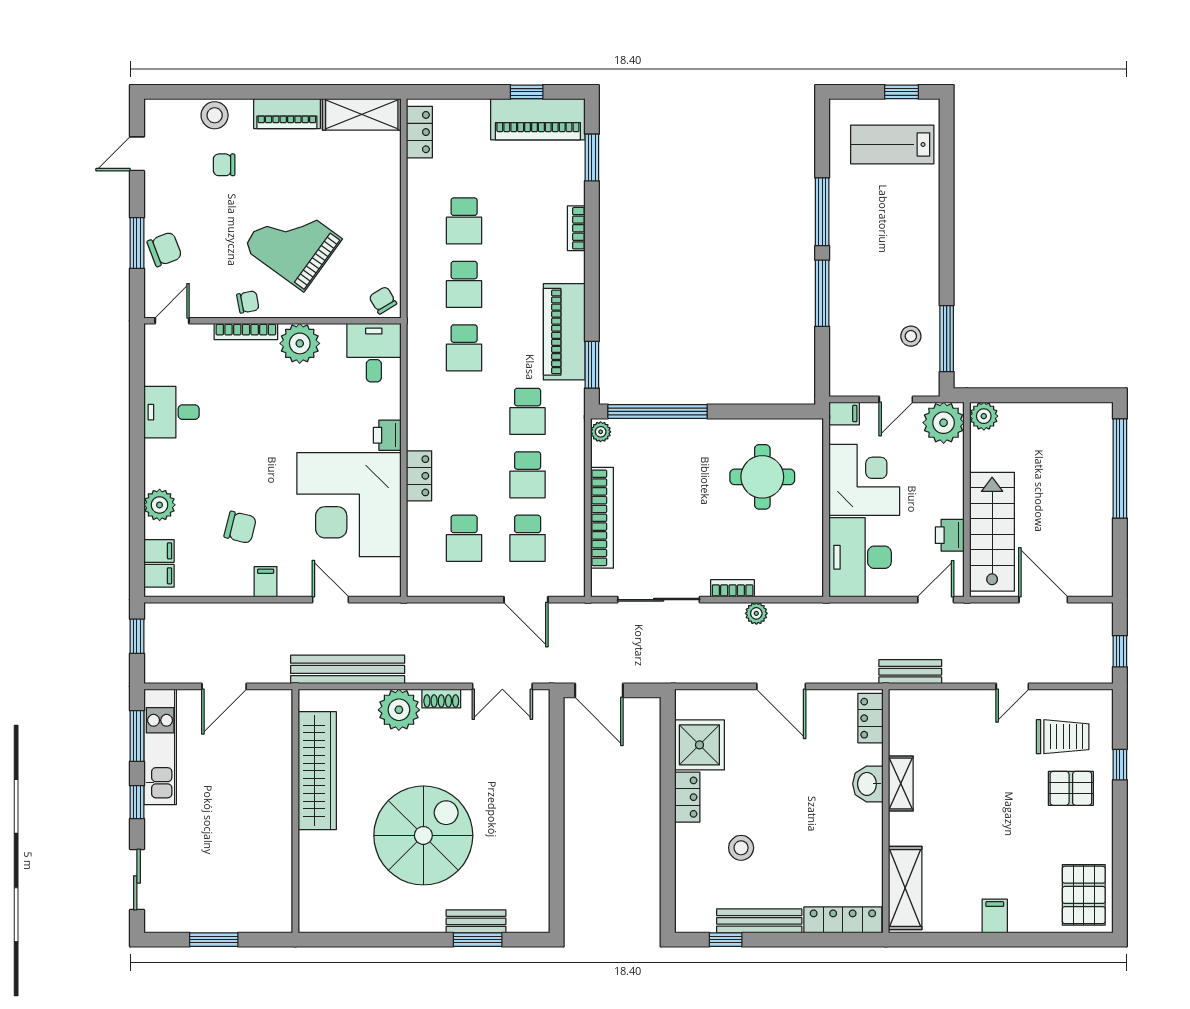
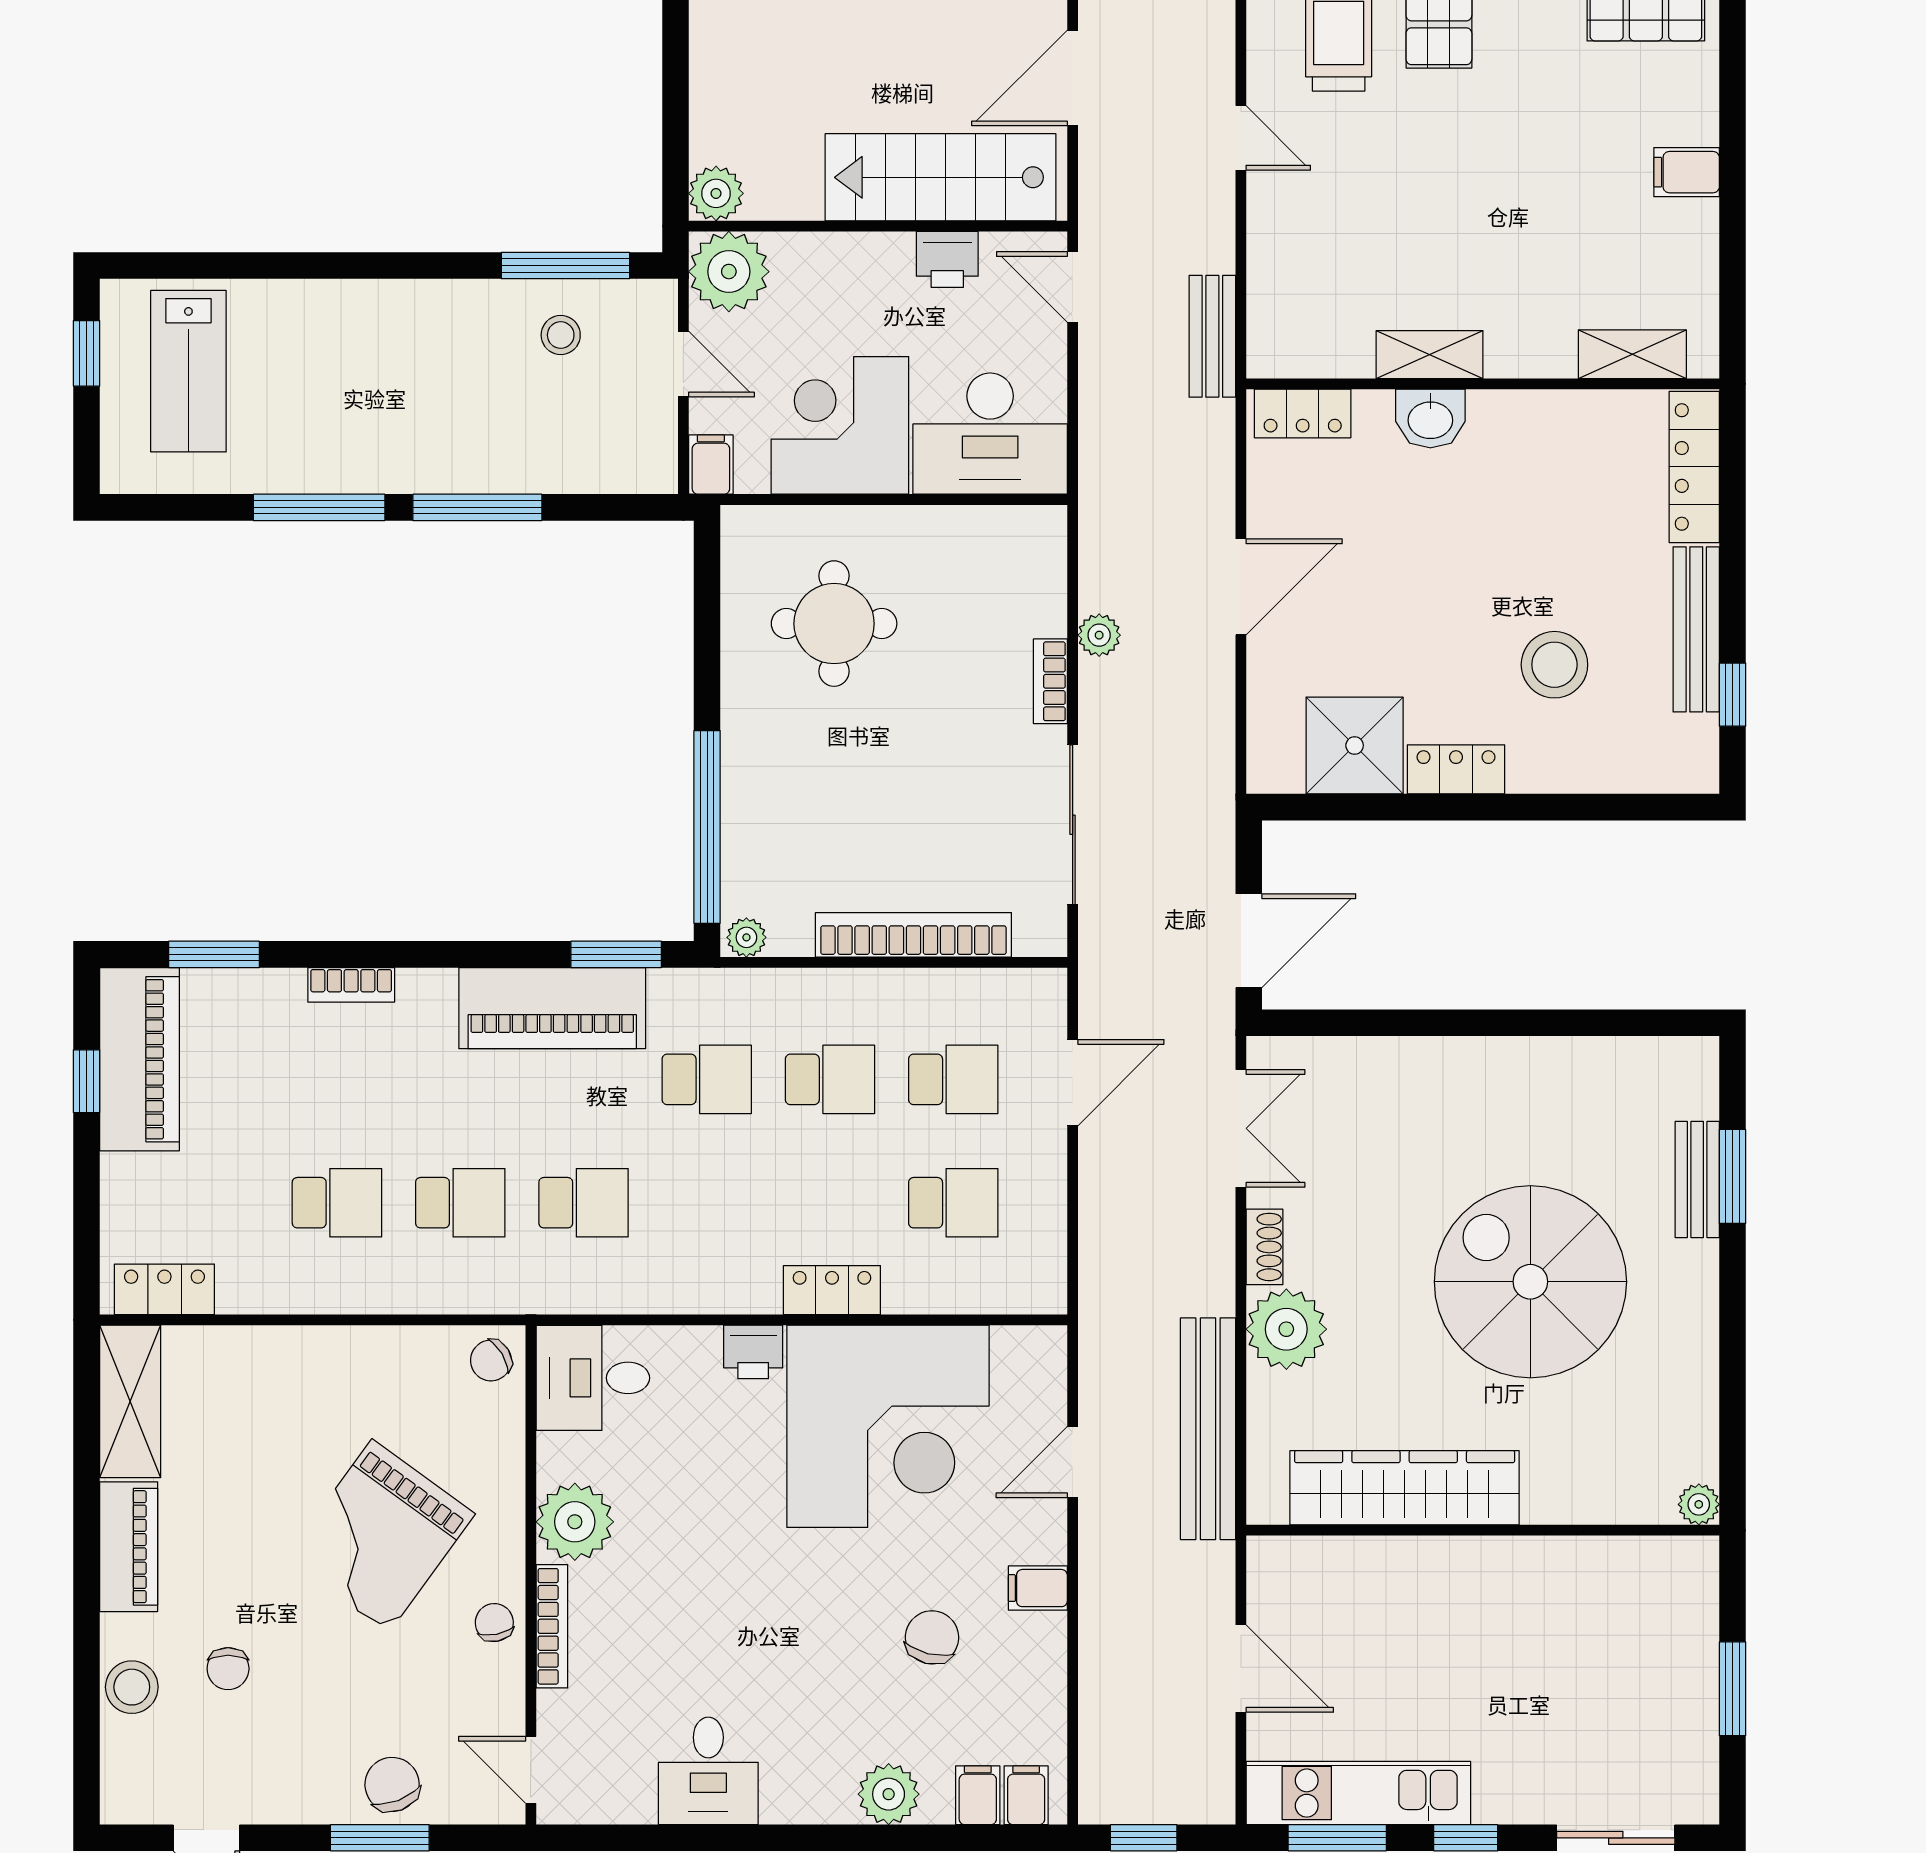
stool: (741, 848) -> (1554, 665), width x1.38, depth x1.38
shelving: (905, 888) -> (1632, 354), width x0.67, depth x0.75
plant: (309, 922) -> (1699, 1504), added

